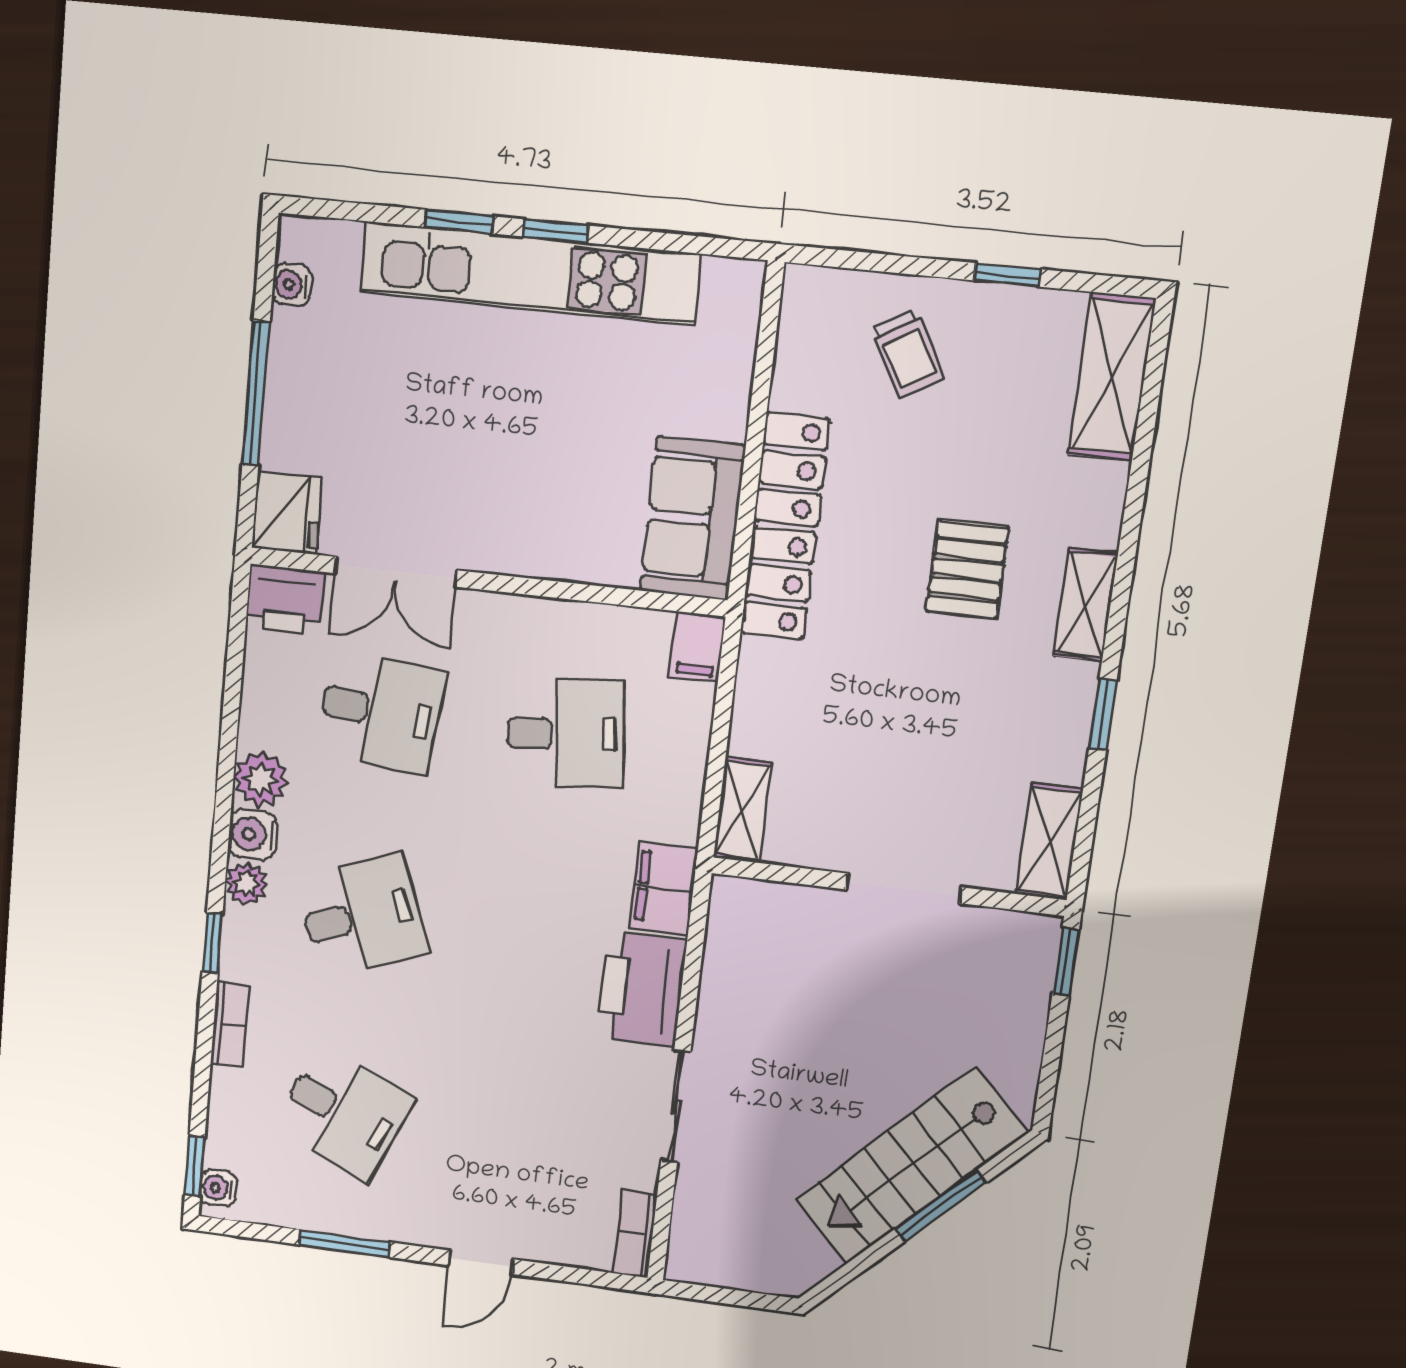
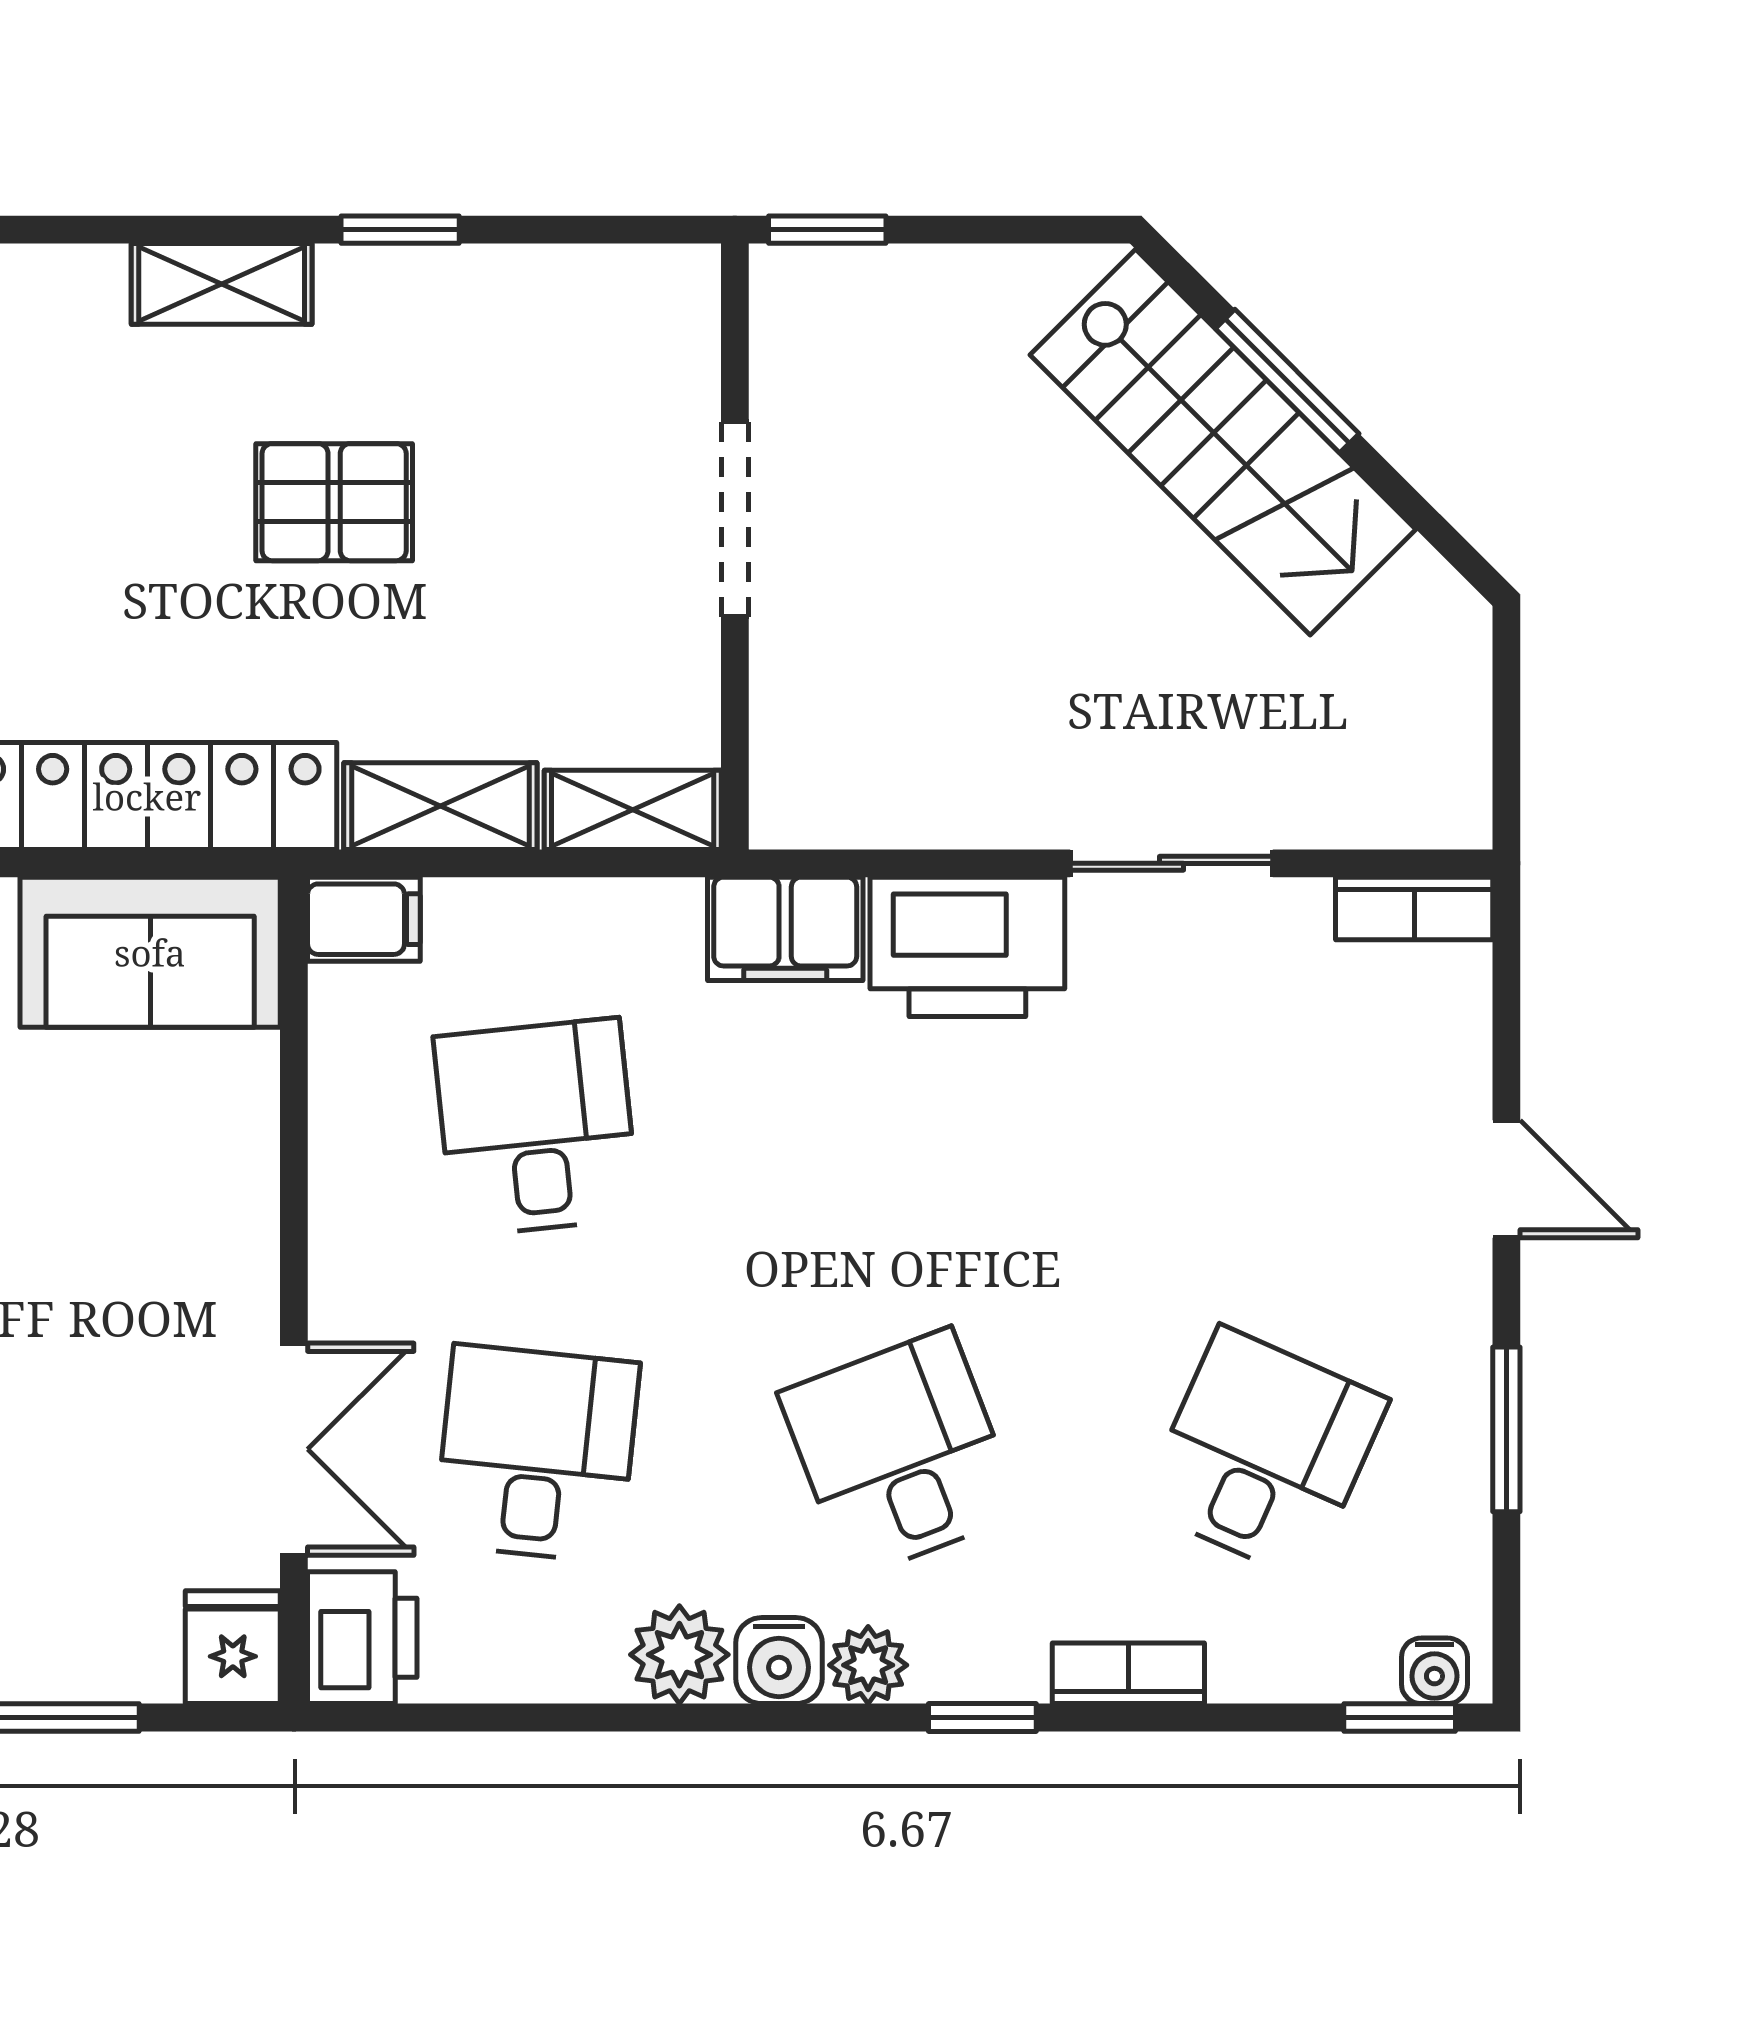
fridge: (287, 513) -> (233, 1647), width x0.72
pallet: (968, 569) -> (334, 502), moved
shelving: (1049, 842) -> (440, 806), moved

